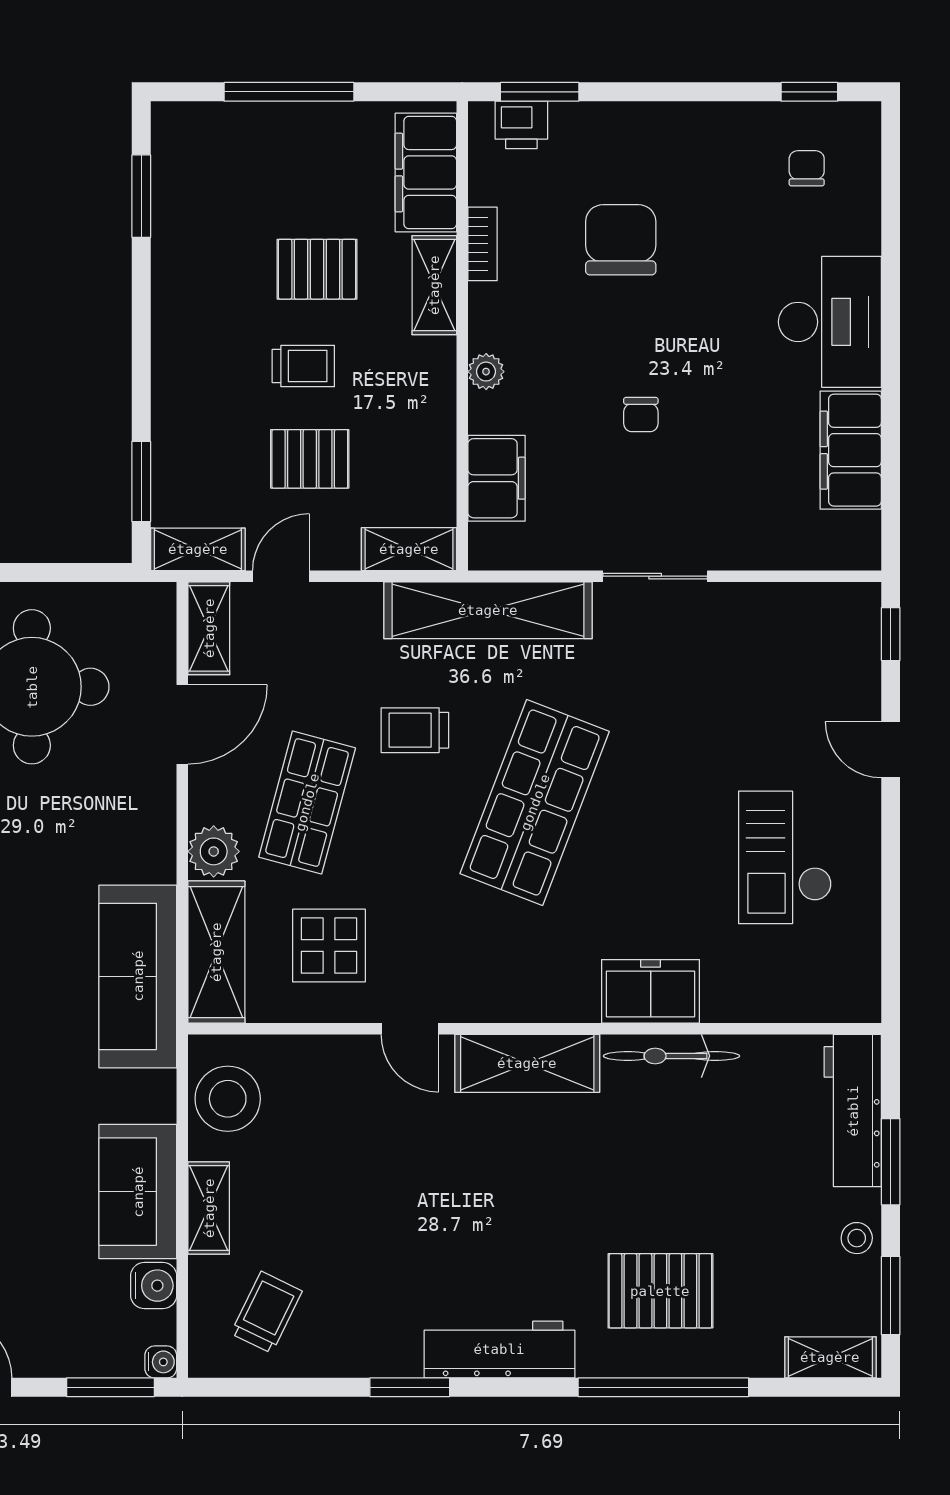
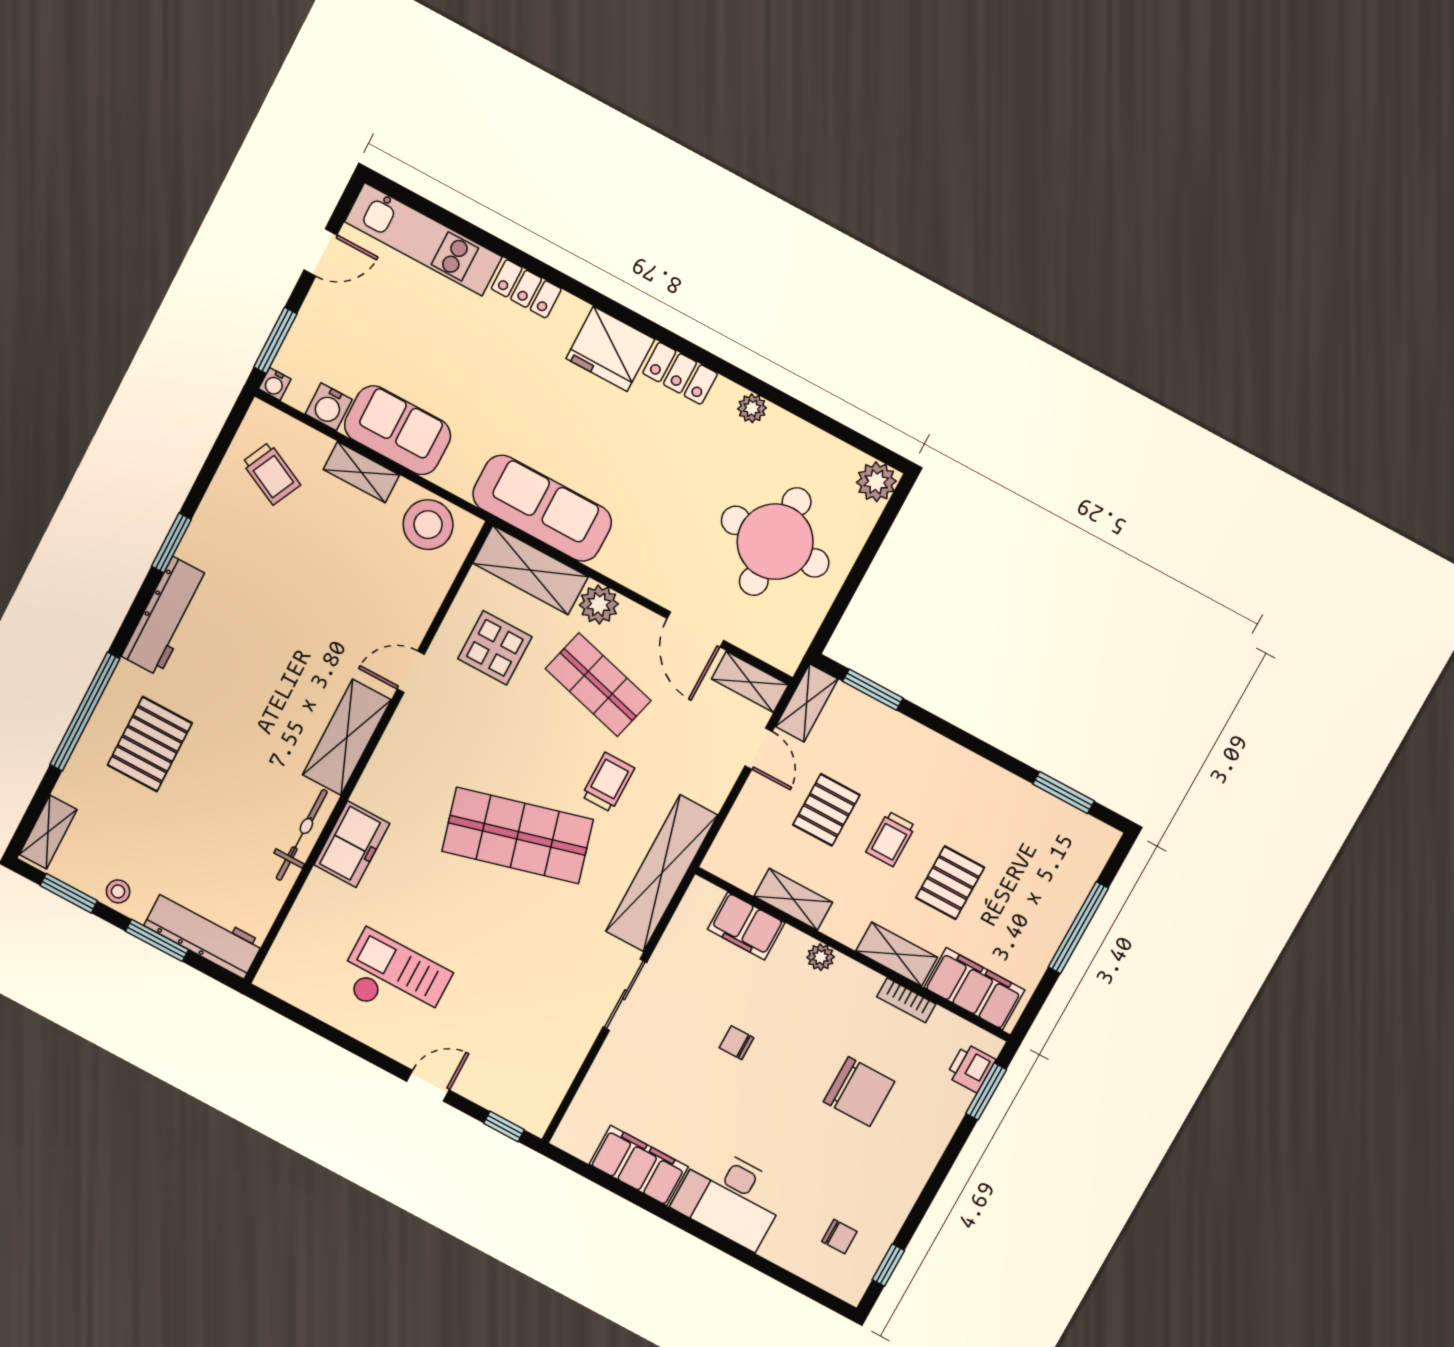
shelving: (409, 549) -> (793, 899), moved, turned 90
shop shelf: (535, 802) -> (517, 835), turned -36

